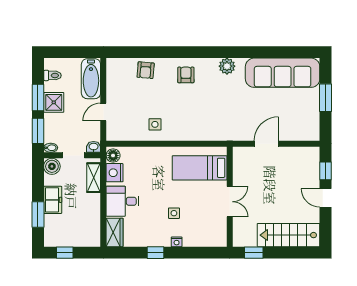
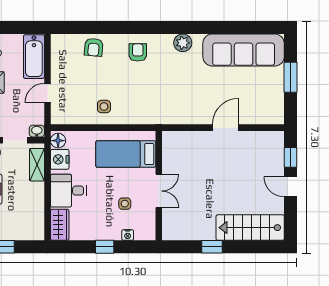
bed: (200, 168) -> (126, 154), moved
wall: (230, 197) -> (159, 186), moved
double door: (230, 202) -> (159, 191), moved

